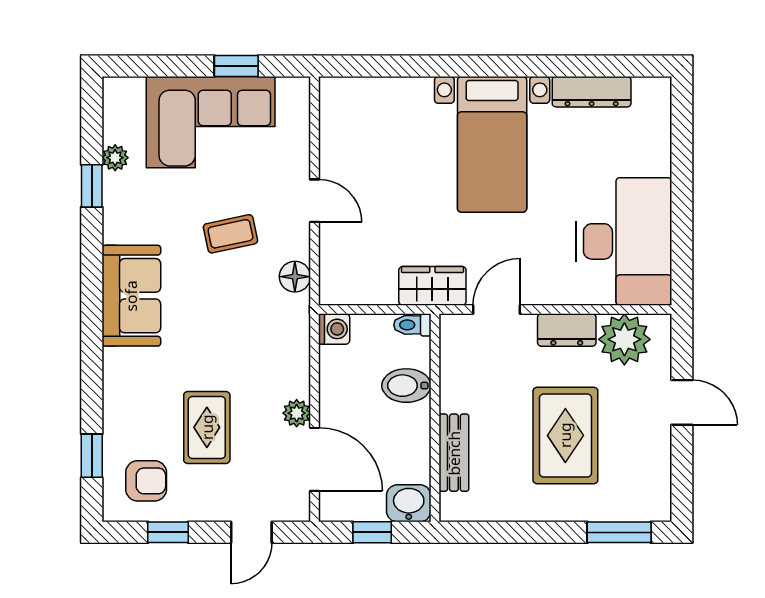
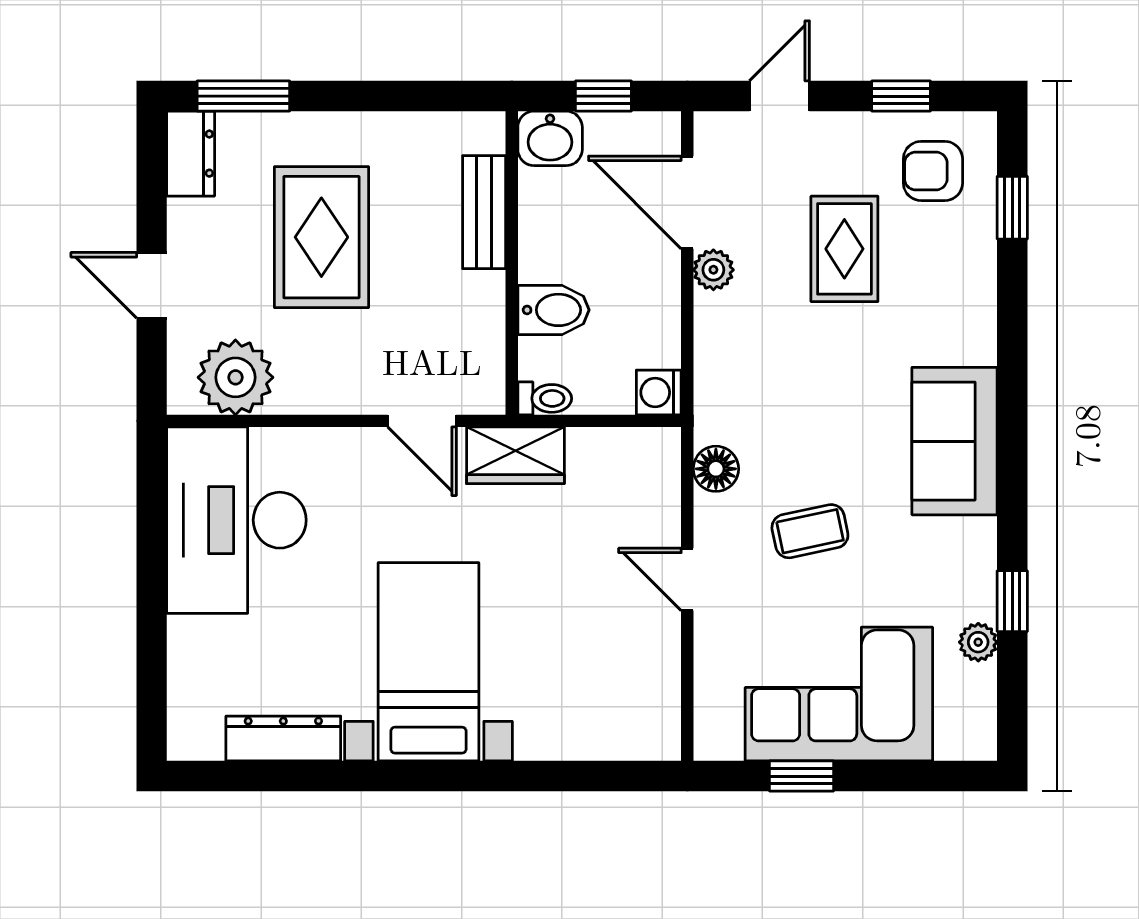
door: (497, 309) -> (422, 421), hinge flipped
dresser: (567, 330) -> (191, 154), moved, turned 90

